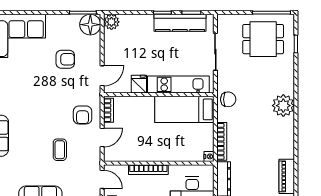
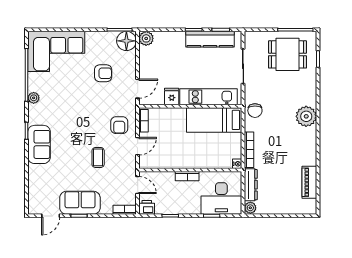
chair: (228, 99) -> (255, 111), turned 90
bookcase: (148, 170) -> (187, 176), width x0.64

